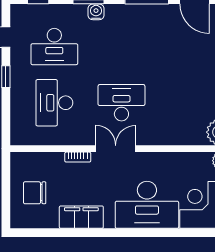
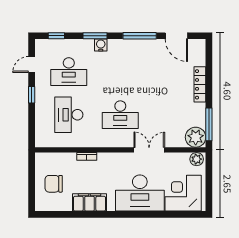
desk: (121, 103) -> (120, 115), turned 180
double door: (116, 149) -> (149, 150), moved

